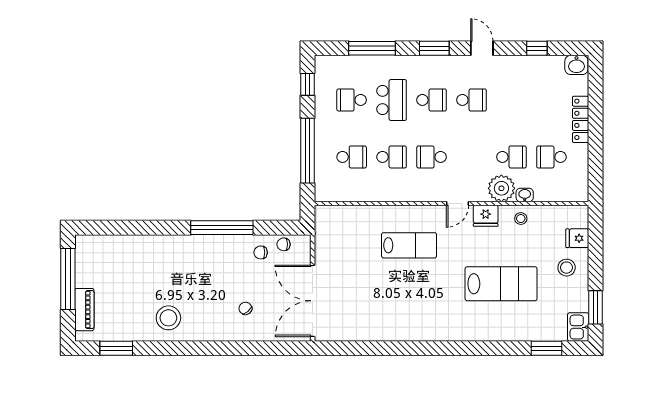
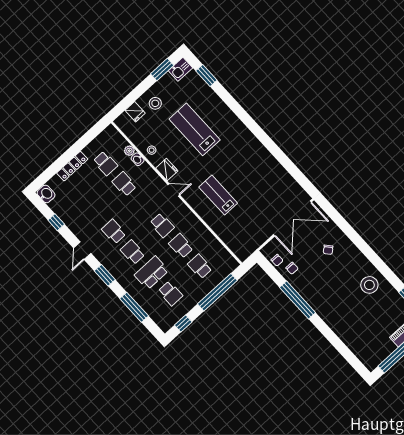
plant: (501, 188) -> (129, 151), moved, width x0.53, depth x0.53

